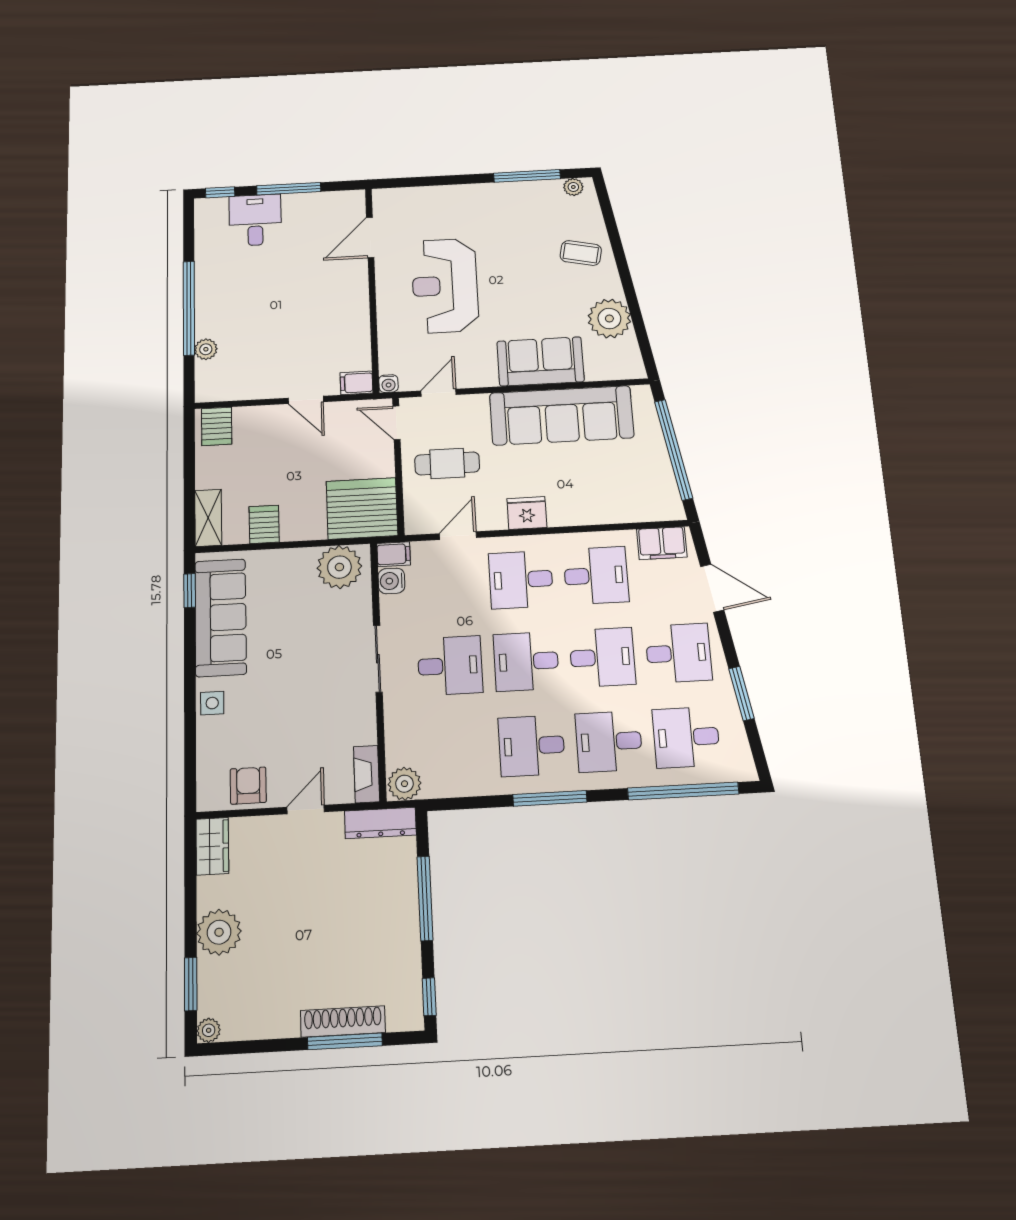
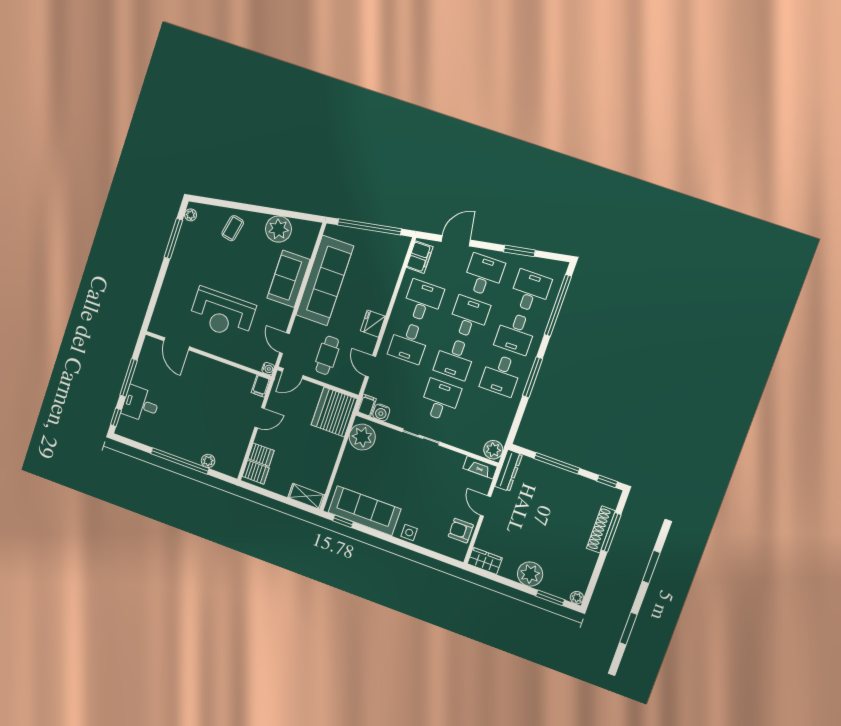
server rack: (264, 524) -> (261, 455), moved, turned 180
desk: (686, 737) -> (530, 291), turned 180

